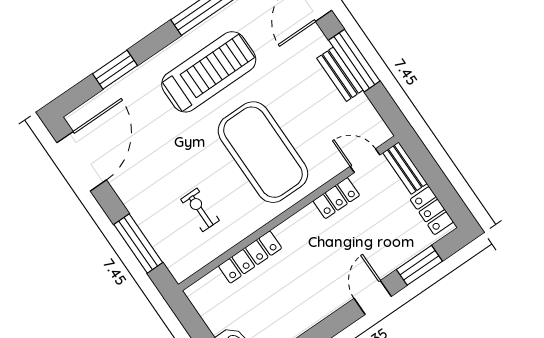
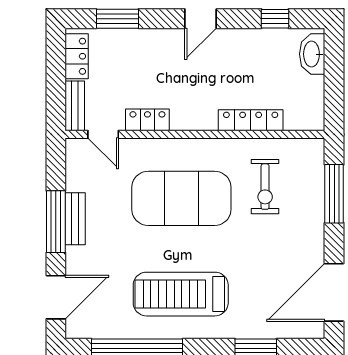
exercise mat: (263, 152) -> (181, 198), turned 90
exercise bike: (200, 210) -> (265, 187), width x1.38, depth x1.39
door: (373, 297) -> (201, 19), moved

